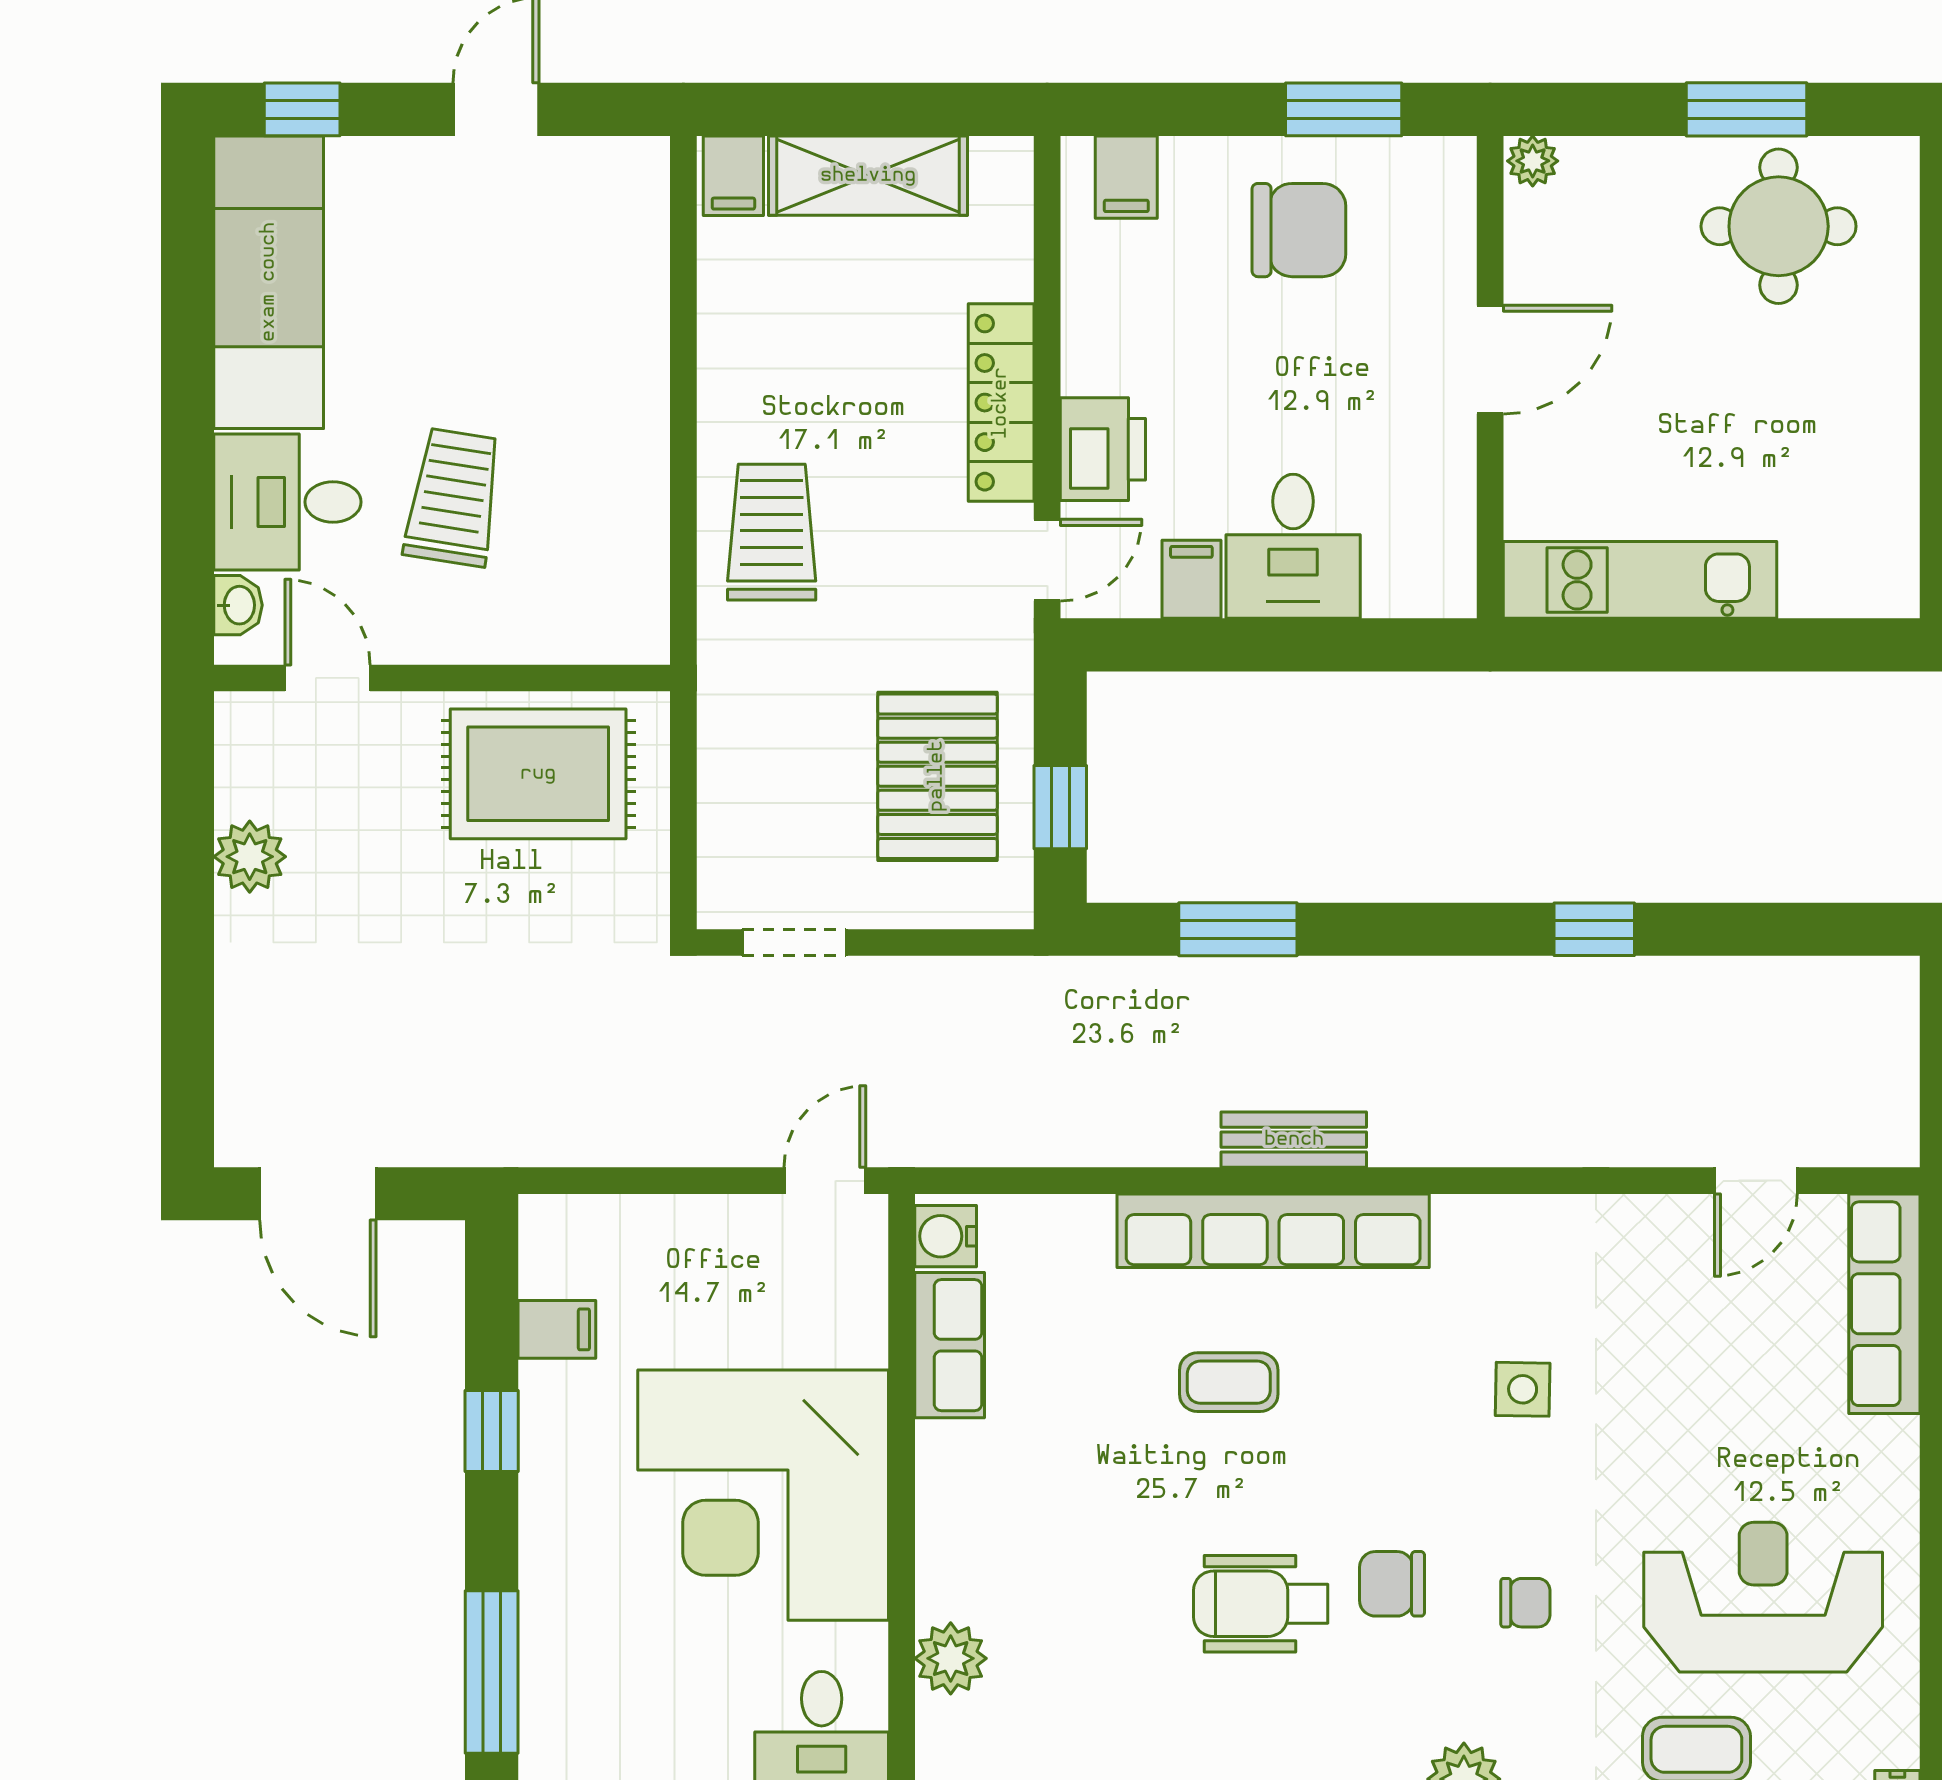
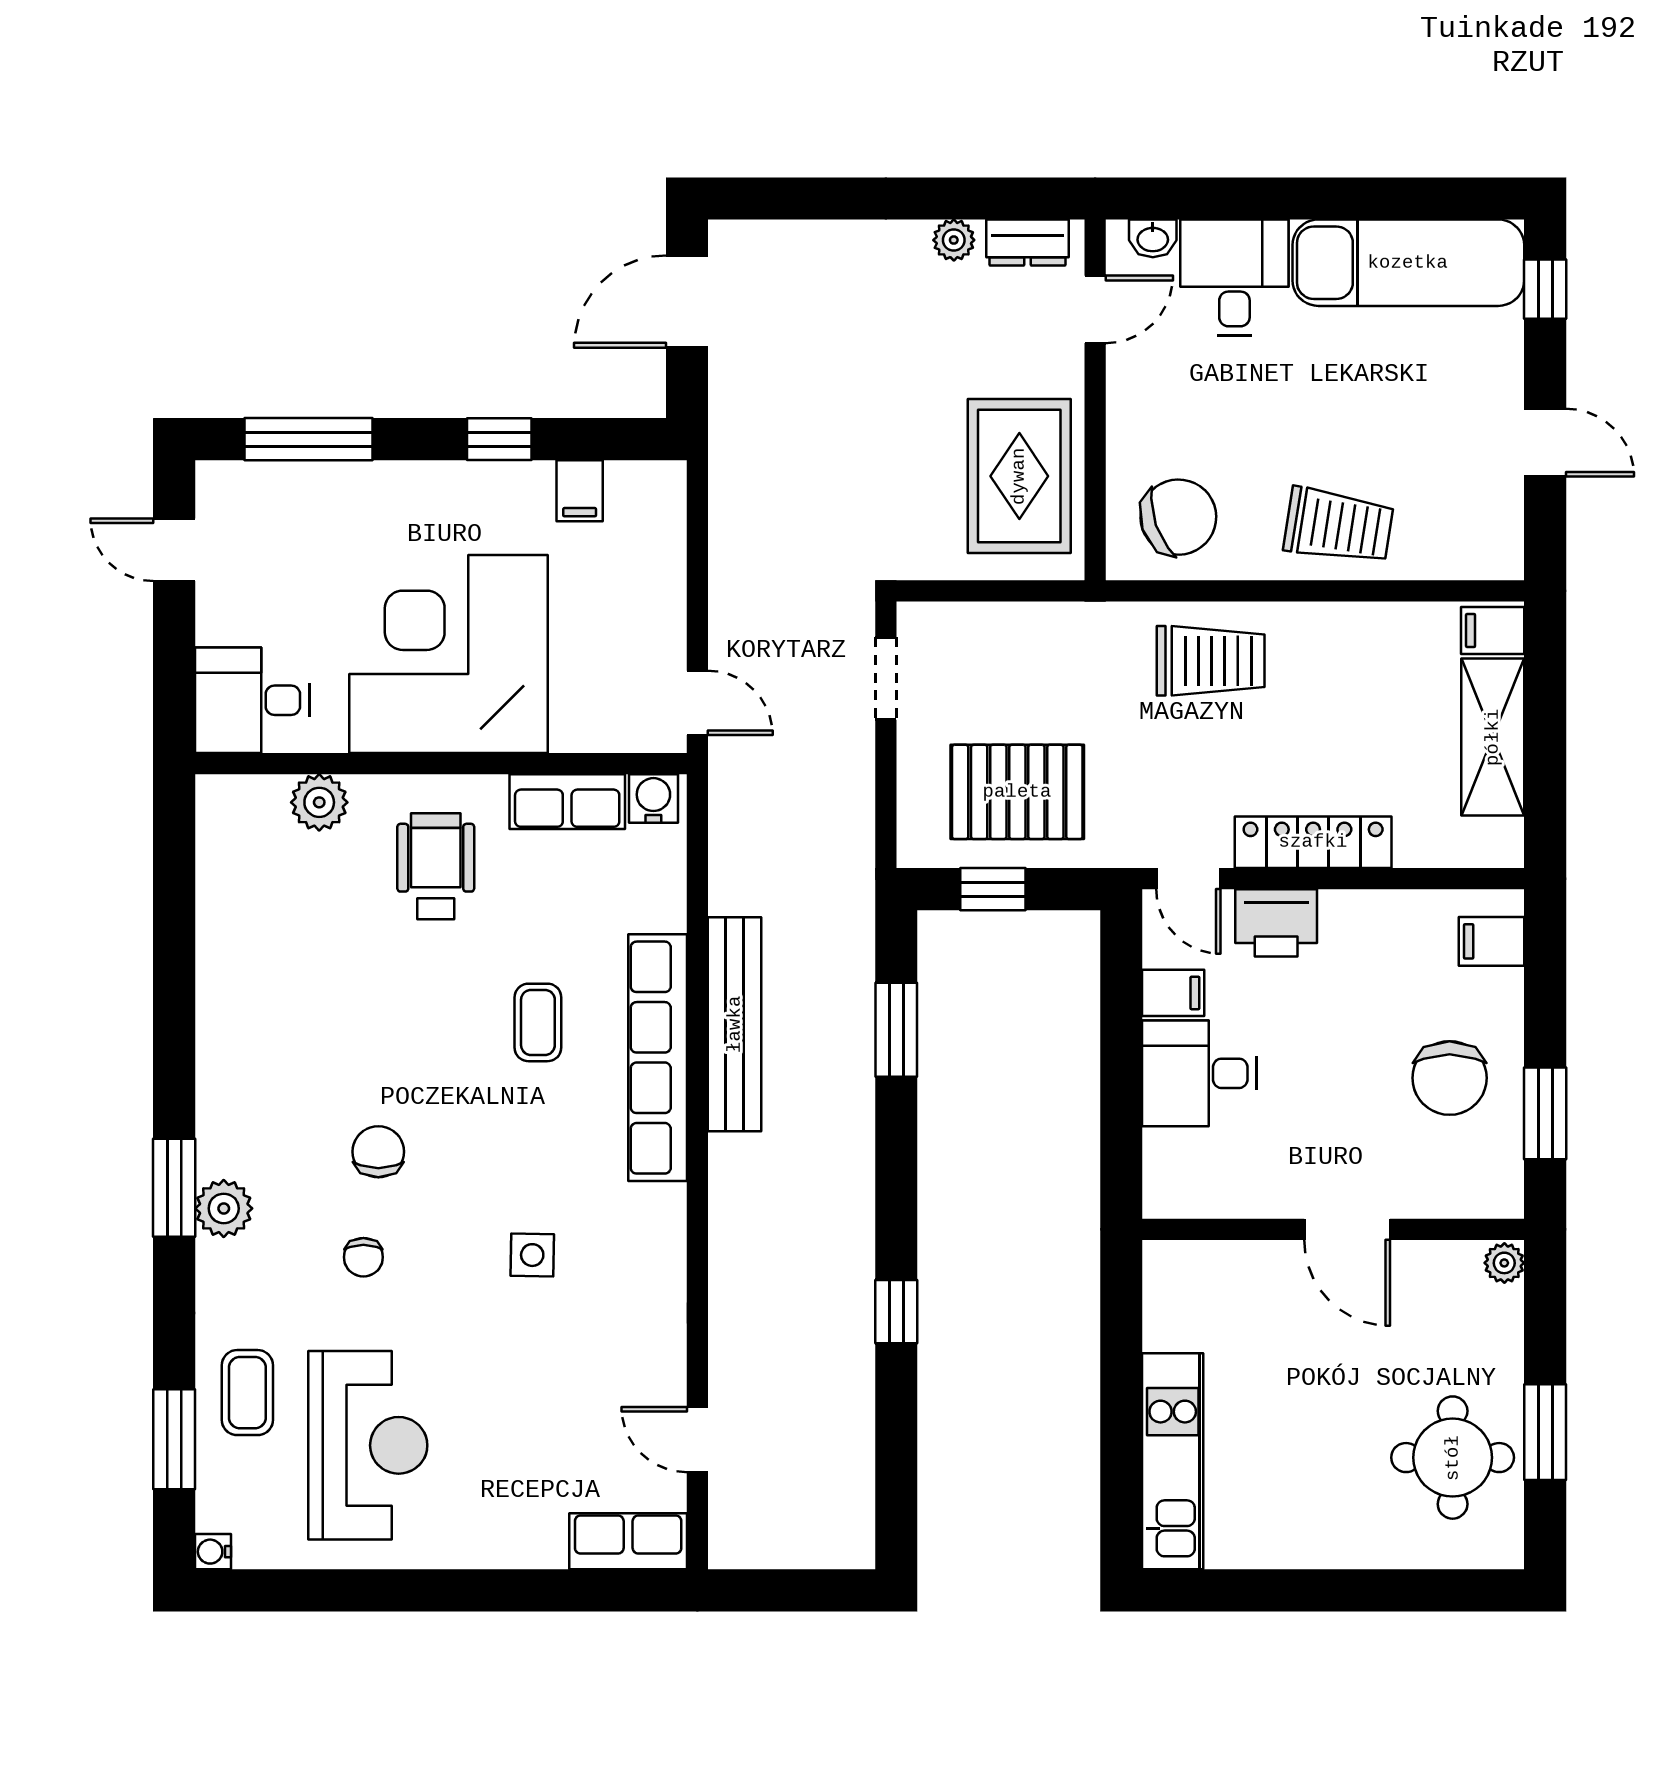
trolley: (454, 497) -> (1339, 526), moved
chair: (590, 573) -> (1178, 517), added
kitchen unit: (1640, 580) -> (1173, 1461), moved
dresser: (243, 763) -> (1028, 243), added
plant: (250, 857) -> (954, 240), width x0.73, depth x0.73
bench: (1294, 1140) -> (735, 1024), width x1.86, depth x1.21
row of seats: (1884, 1304) -> (628, 1541), width x0.68
wheelchair: (1261, 1604) -> (436, 866), moved

